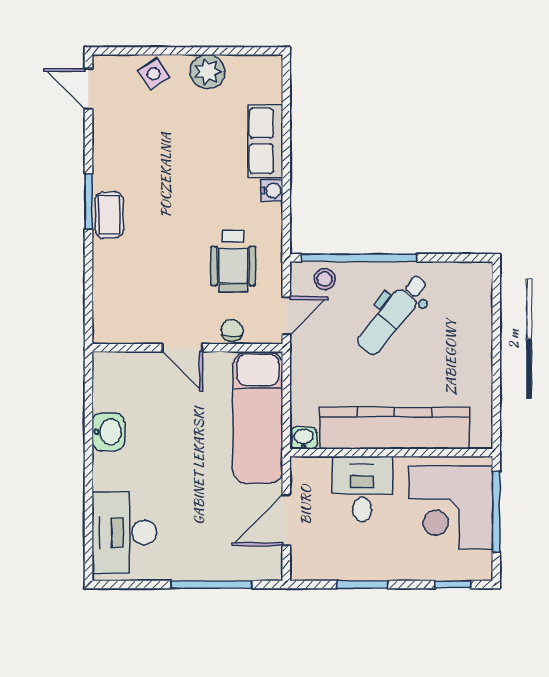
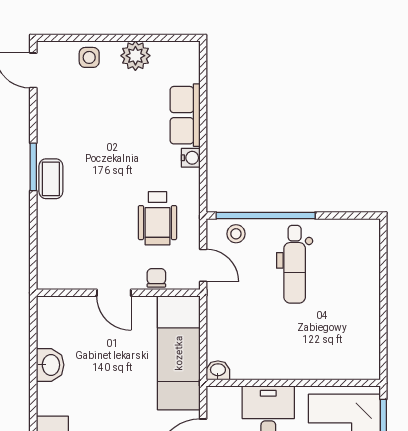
side table: (154, 74) -> (89, 57), turned 34
dental chair: (393, 314) -> (295, 264), turned -39
door: (286, 316) -> (203, 265), hinge flipped
kitchen counter: (395, 428) -> (296, 362), removed

